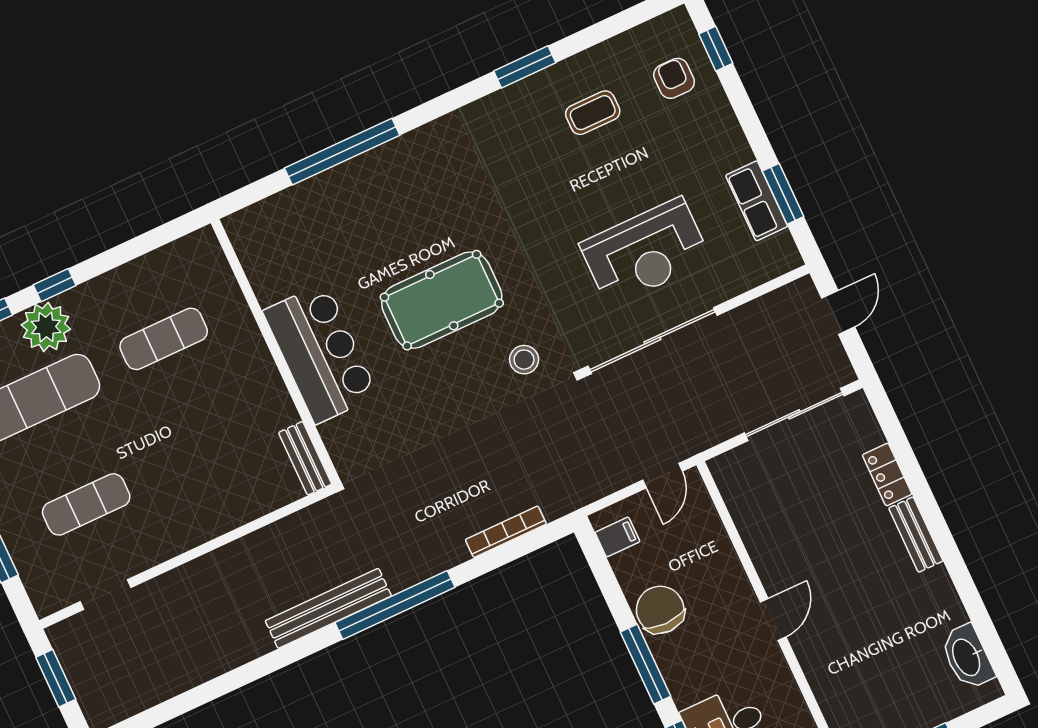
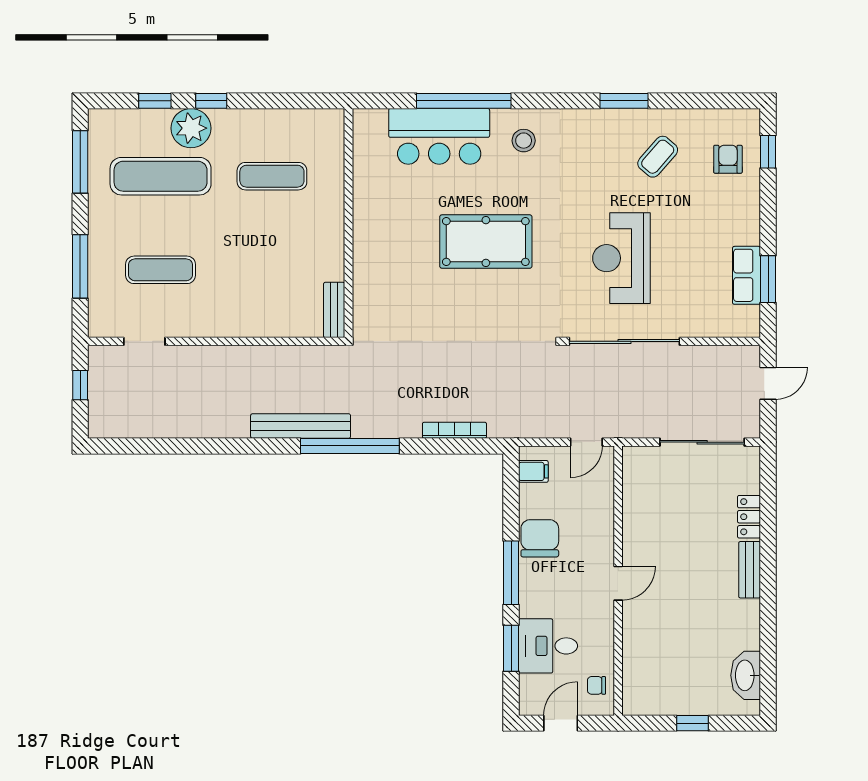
coffee table: (593, 113) -> (658, 157), turned -49
reception desk: (645, 252) -> (621, 258), moved, turned 90
bar counter: (320, 353) -> (439, 136), moved, turned 90
stool: (524, 360) -> (524, 141), moved
window: (56, 678) -> (80, 385), width x0.67

